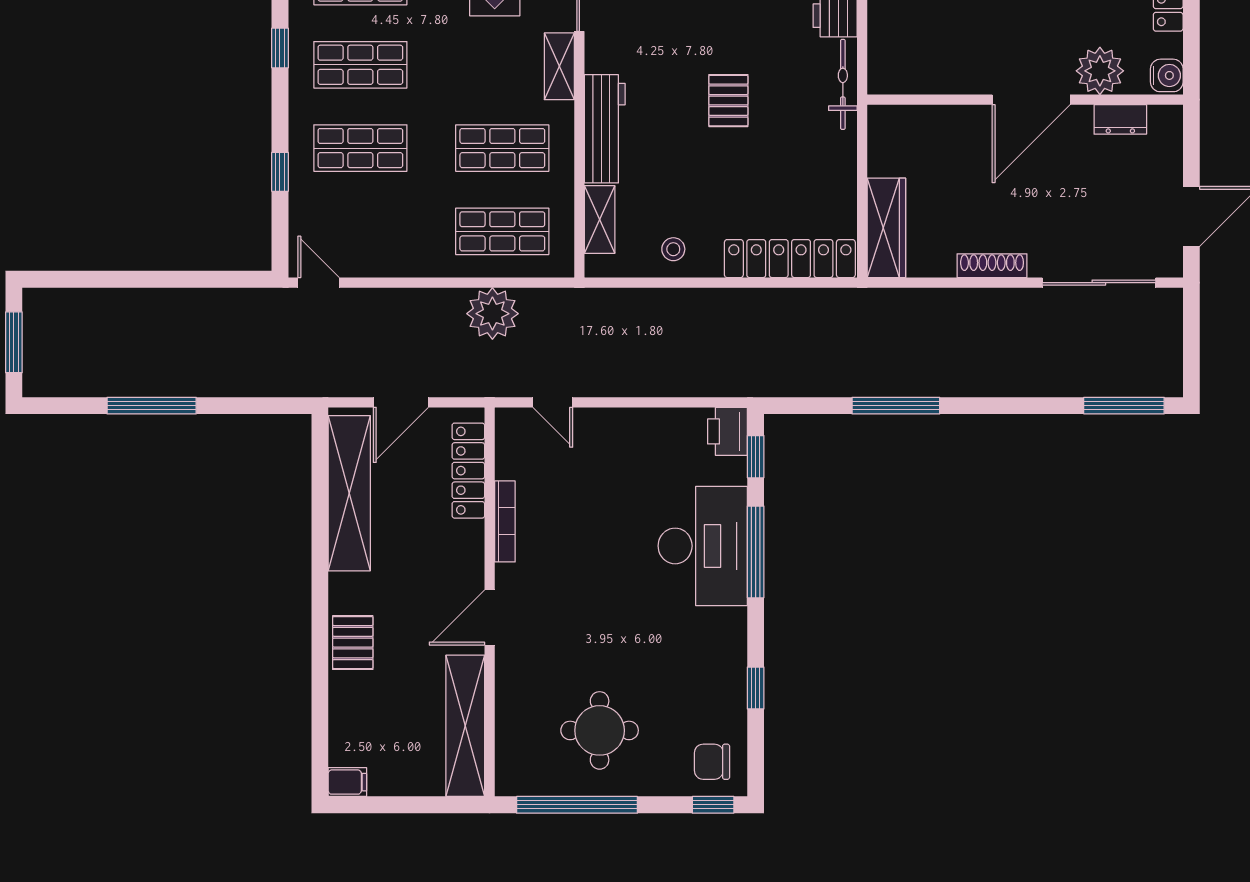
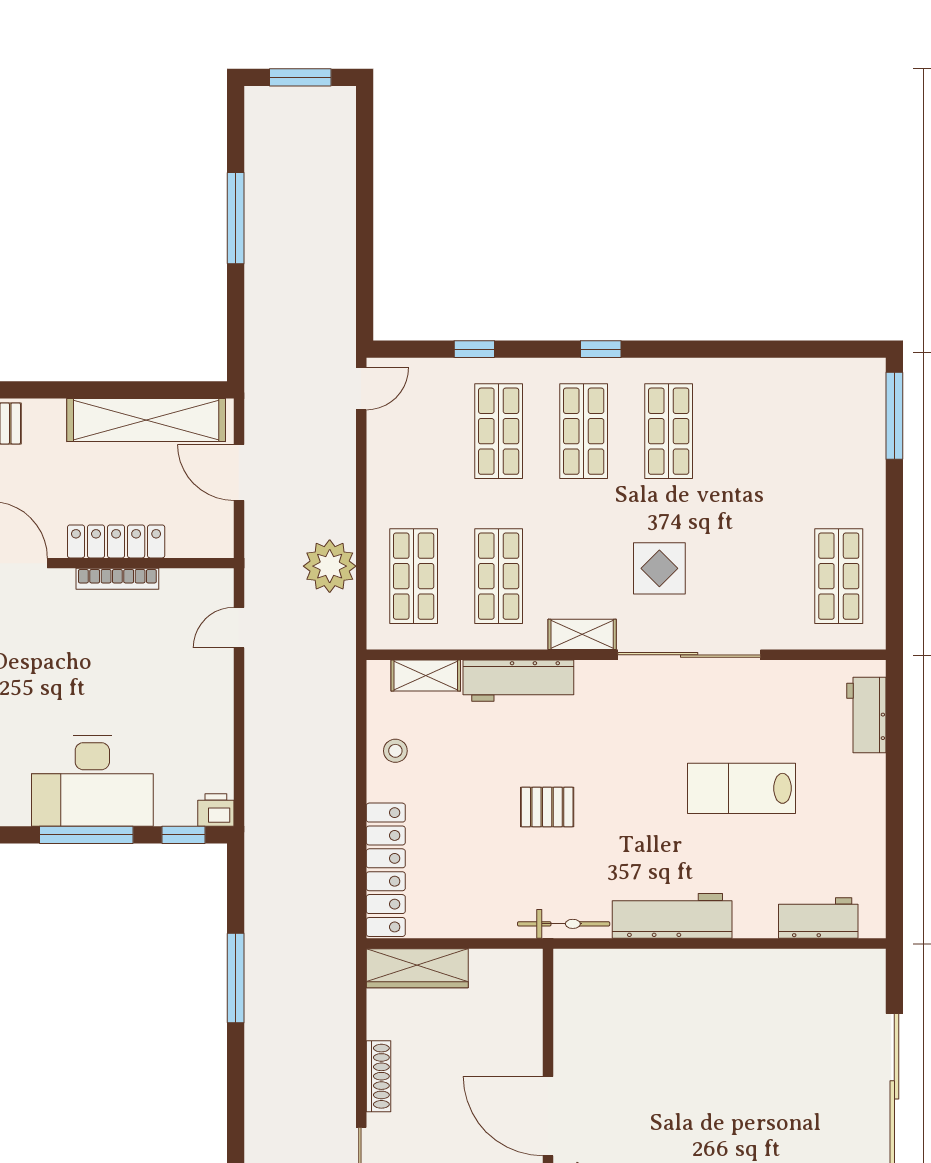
printer: (727, 431) -> (216, 810), width x0.73, depth x0.81
locker: (468, 471) -> (116, 541), moved

